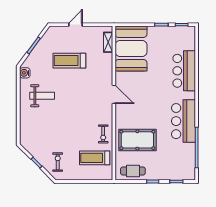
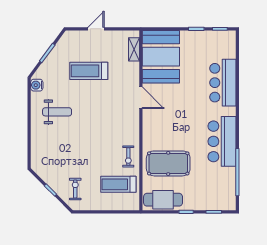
door: (114, 94) -> (141, 98), moved
cafe table: (133, 171) -> (163, 200), width x1.37, depth x1.35

